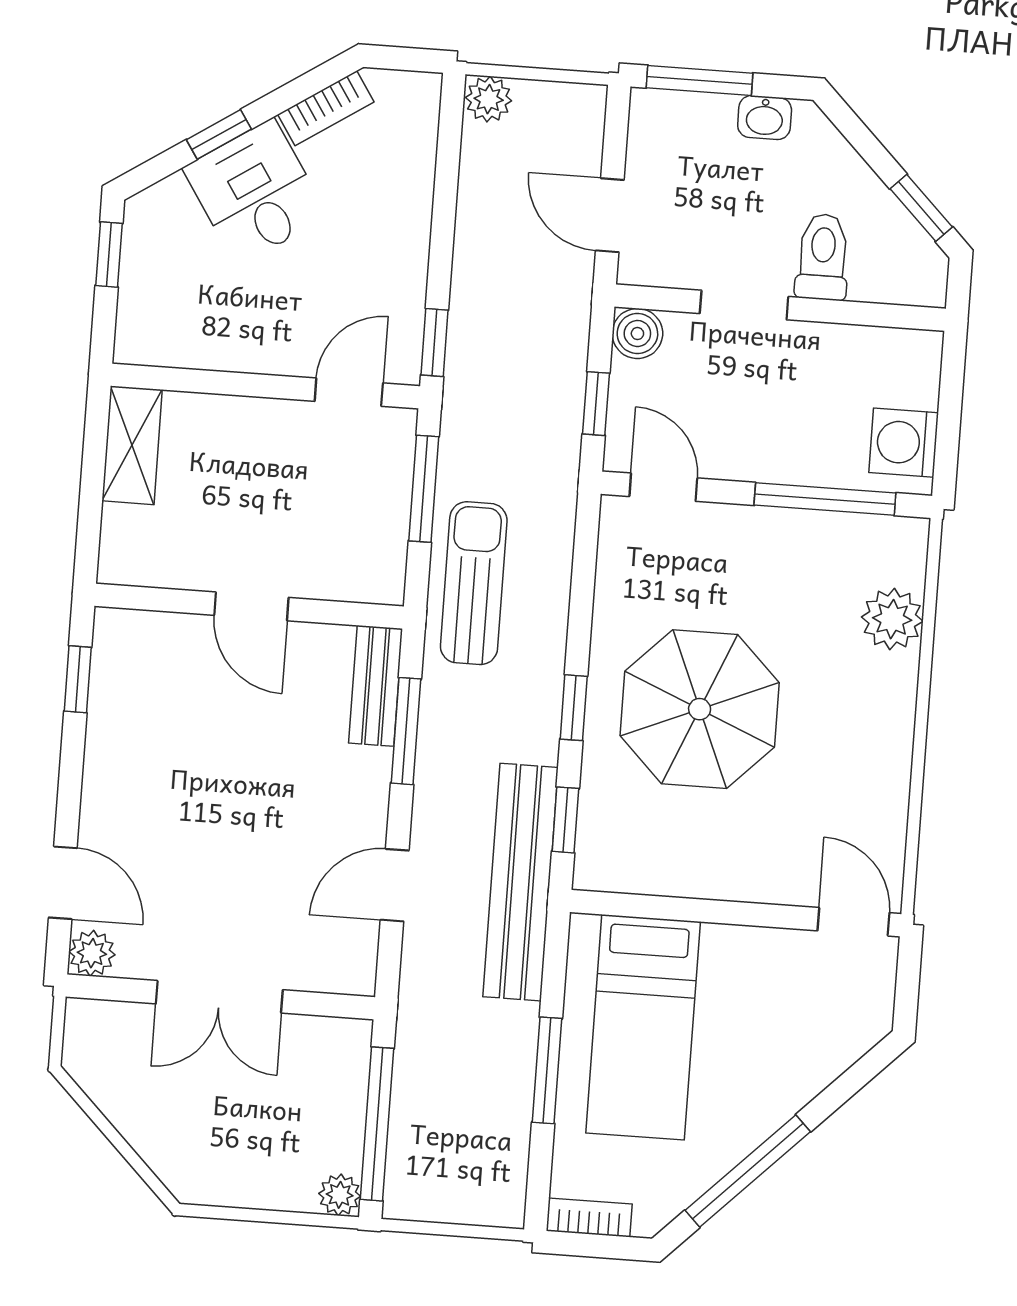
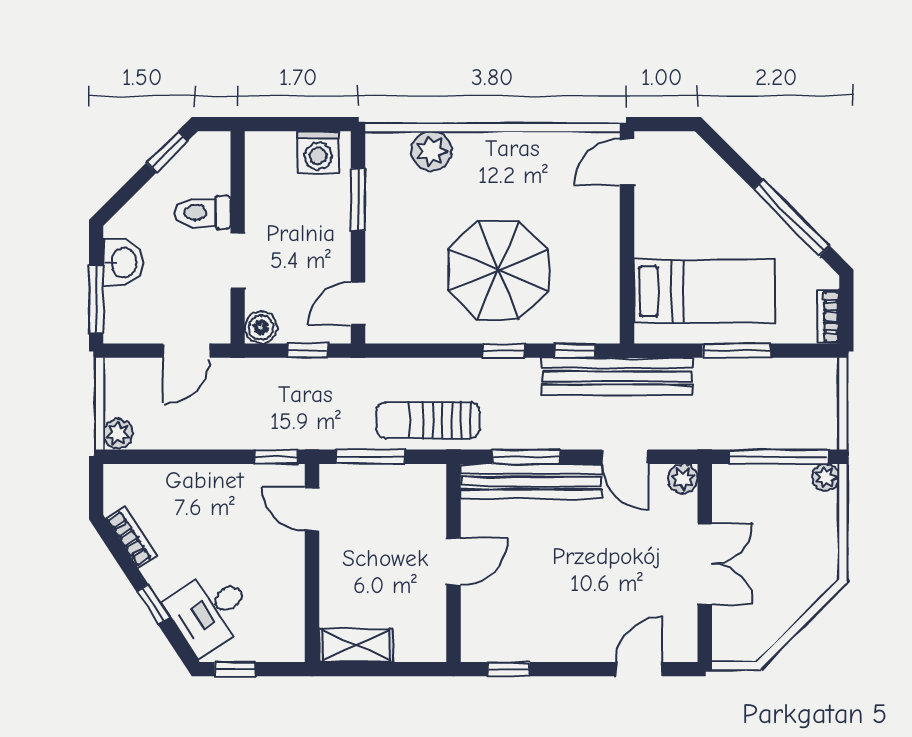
washbasin: (765, 118) -> (123, 263), width x1.38, depth x1.45
desk: (255, 192) -> (210, 611), moved
window: (825, 499) -> (358, 200), width x0.69
bench: (376, 686) -> (531, 481), width x1.86, depth x1.21
plant: (92, 953) -> (683, 479), moved

